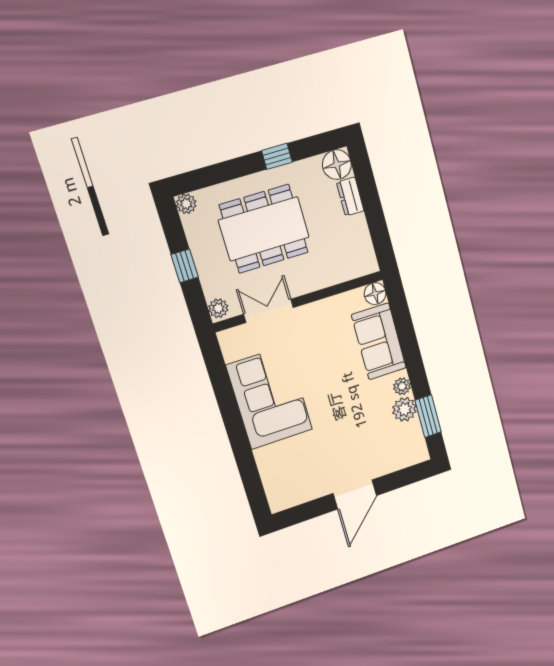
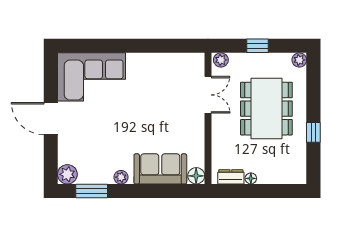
floor lamp: (337, 165) -> (251, 178), moved, width x0.53, depth x0.53
dresser: (350, 197) -> (231, 177), moved
corner sofa: (269, 398) -> (91, 77), moved
plant: (404, 409) -> (67, 174), moved

